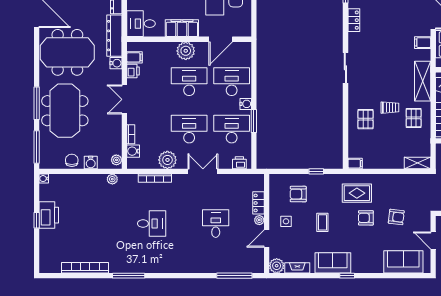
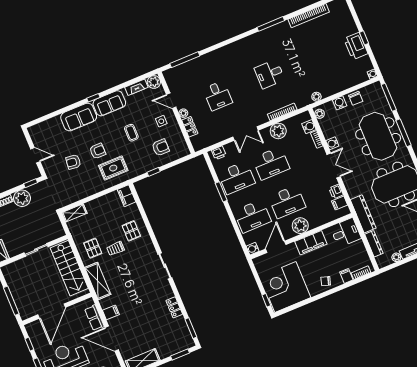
water cooler: (116, 63) -> (332, 143), moved
water cooler: (246, 104) -> (253, 249), moved
filing cabinet: (355, 164) -> (127, 196), width x2.00
door: (267, 238) -> (171, 101), swing flipped
sofa: (403, 262) -> (79, 117), moved

